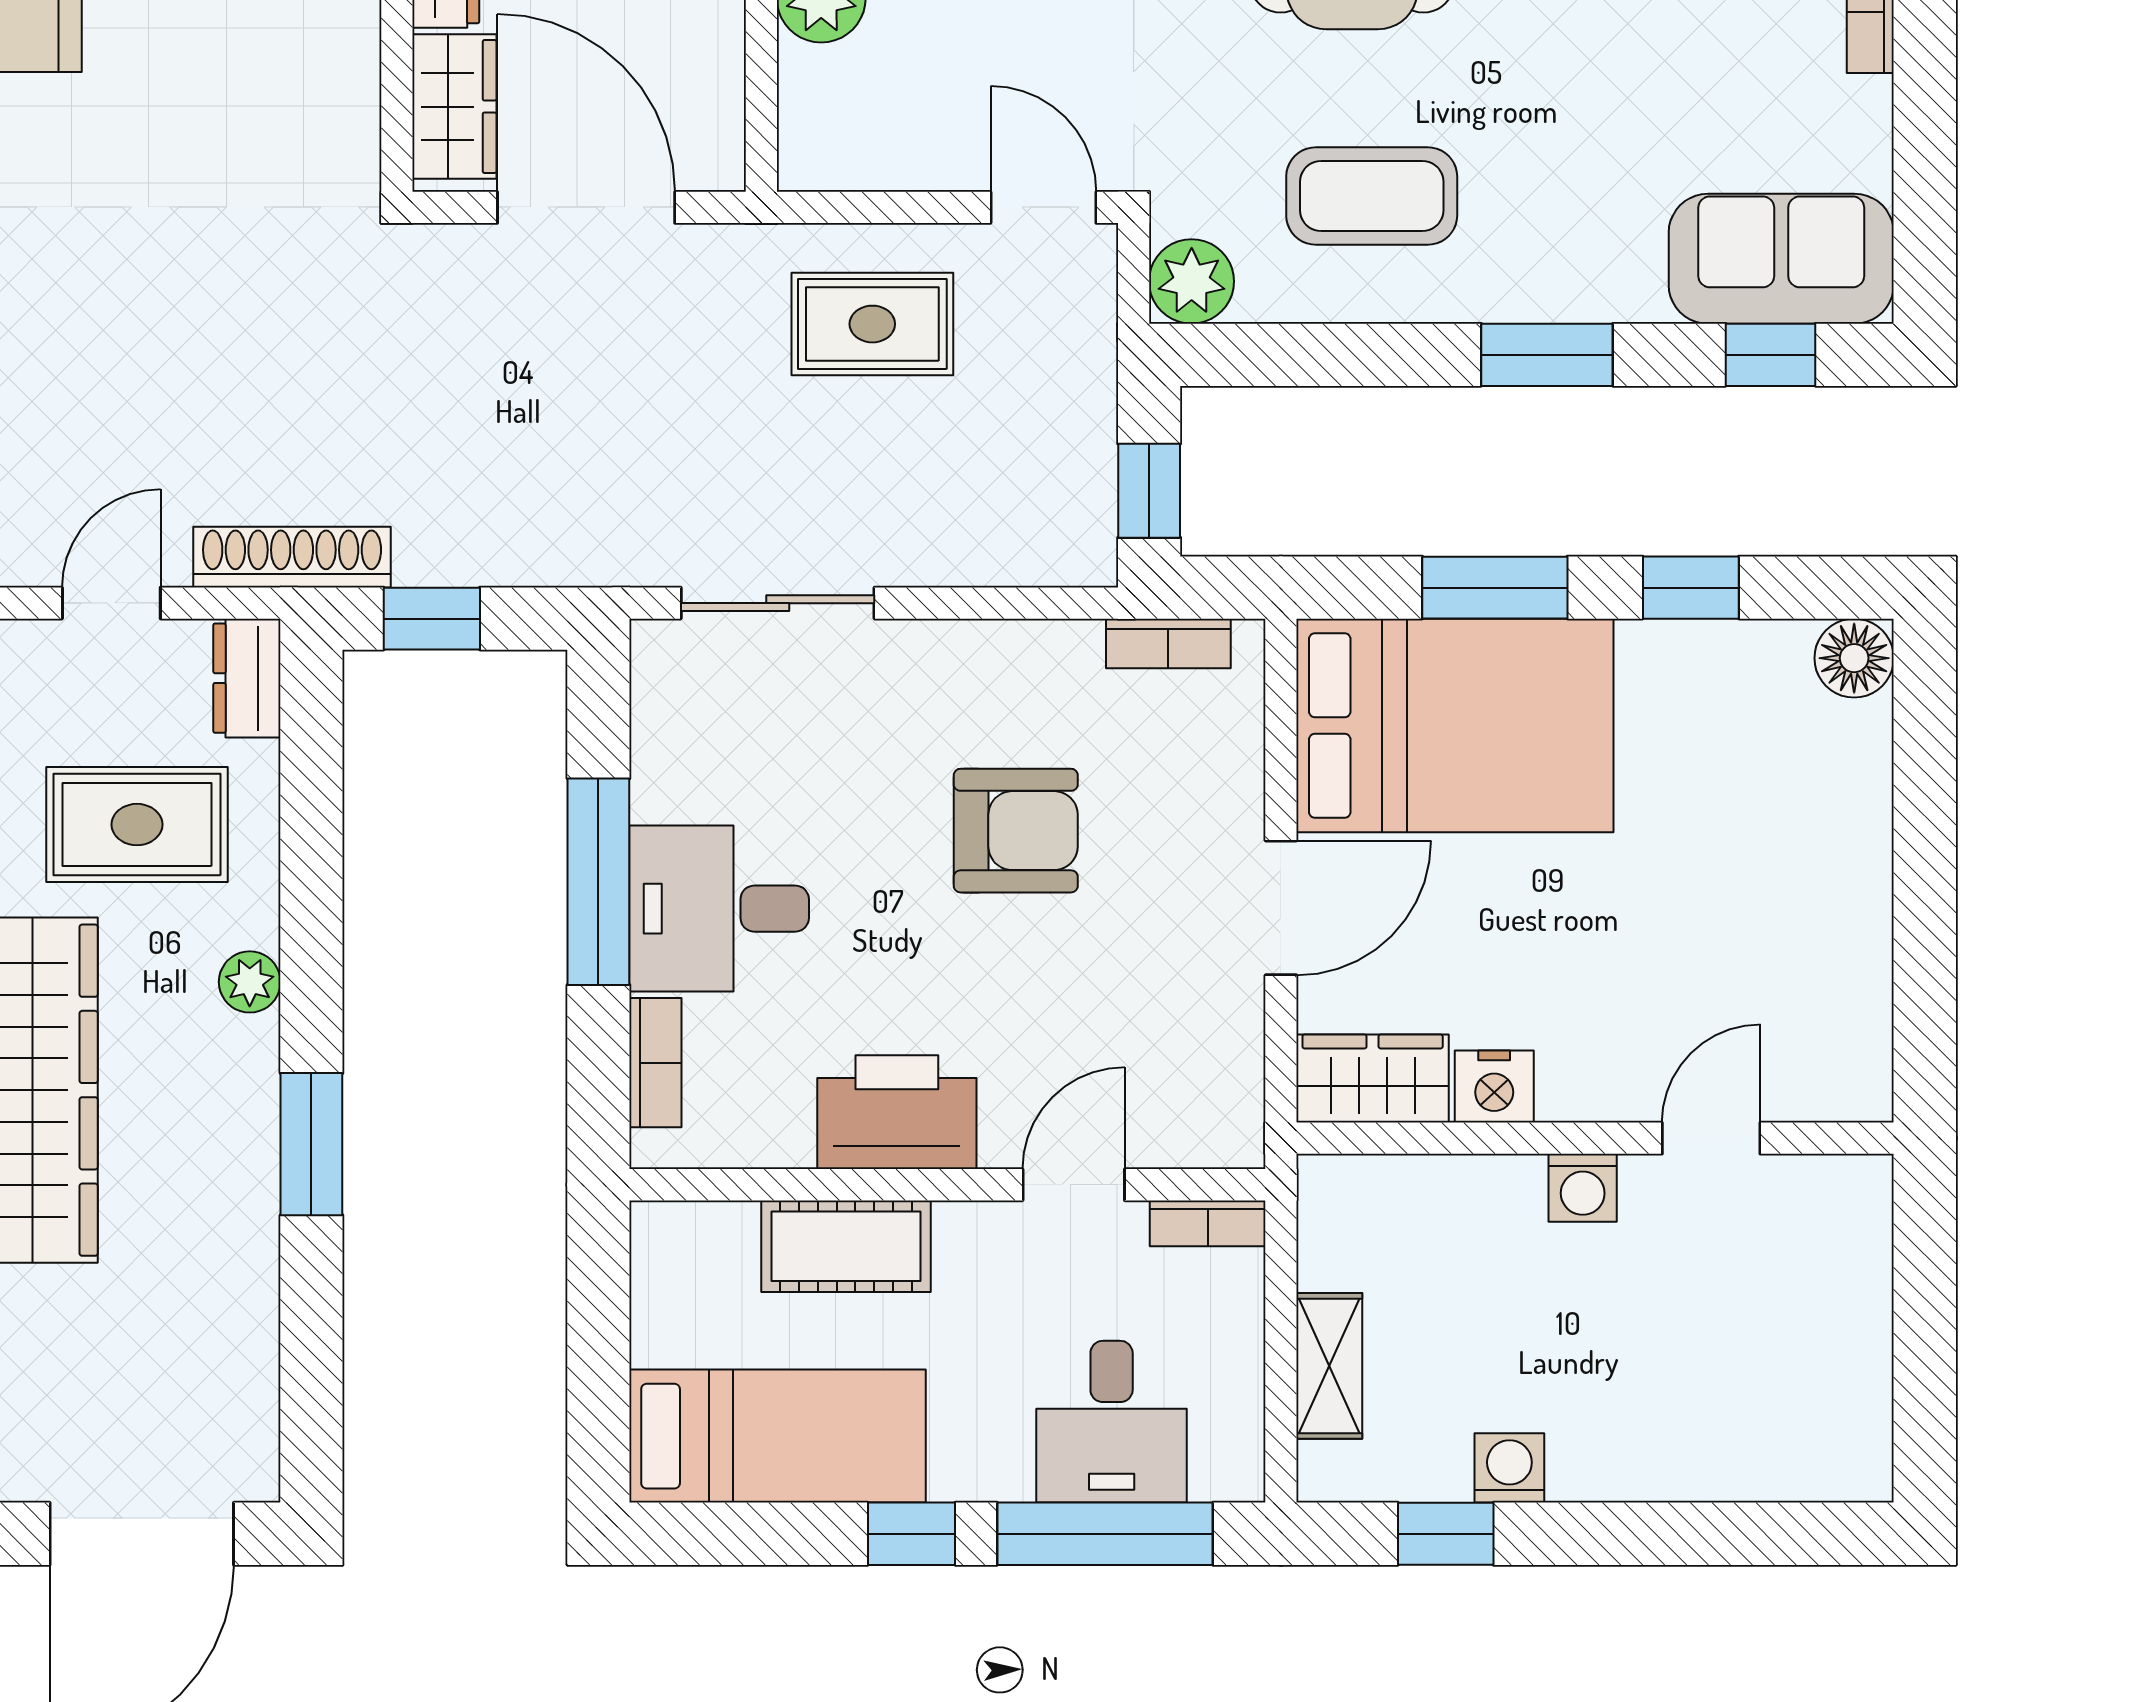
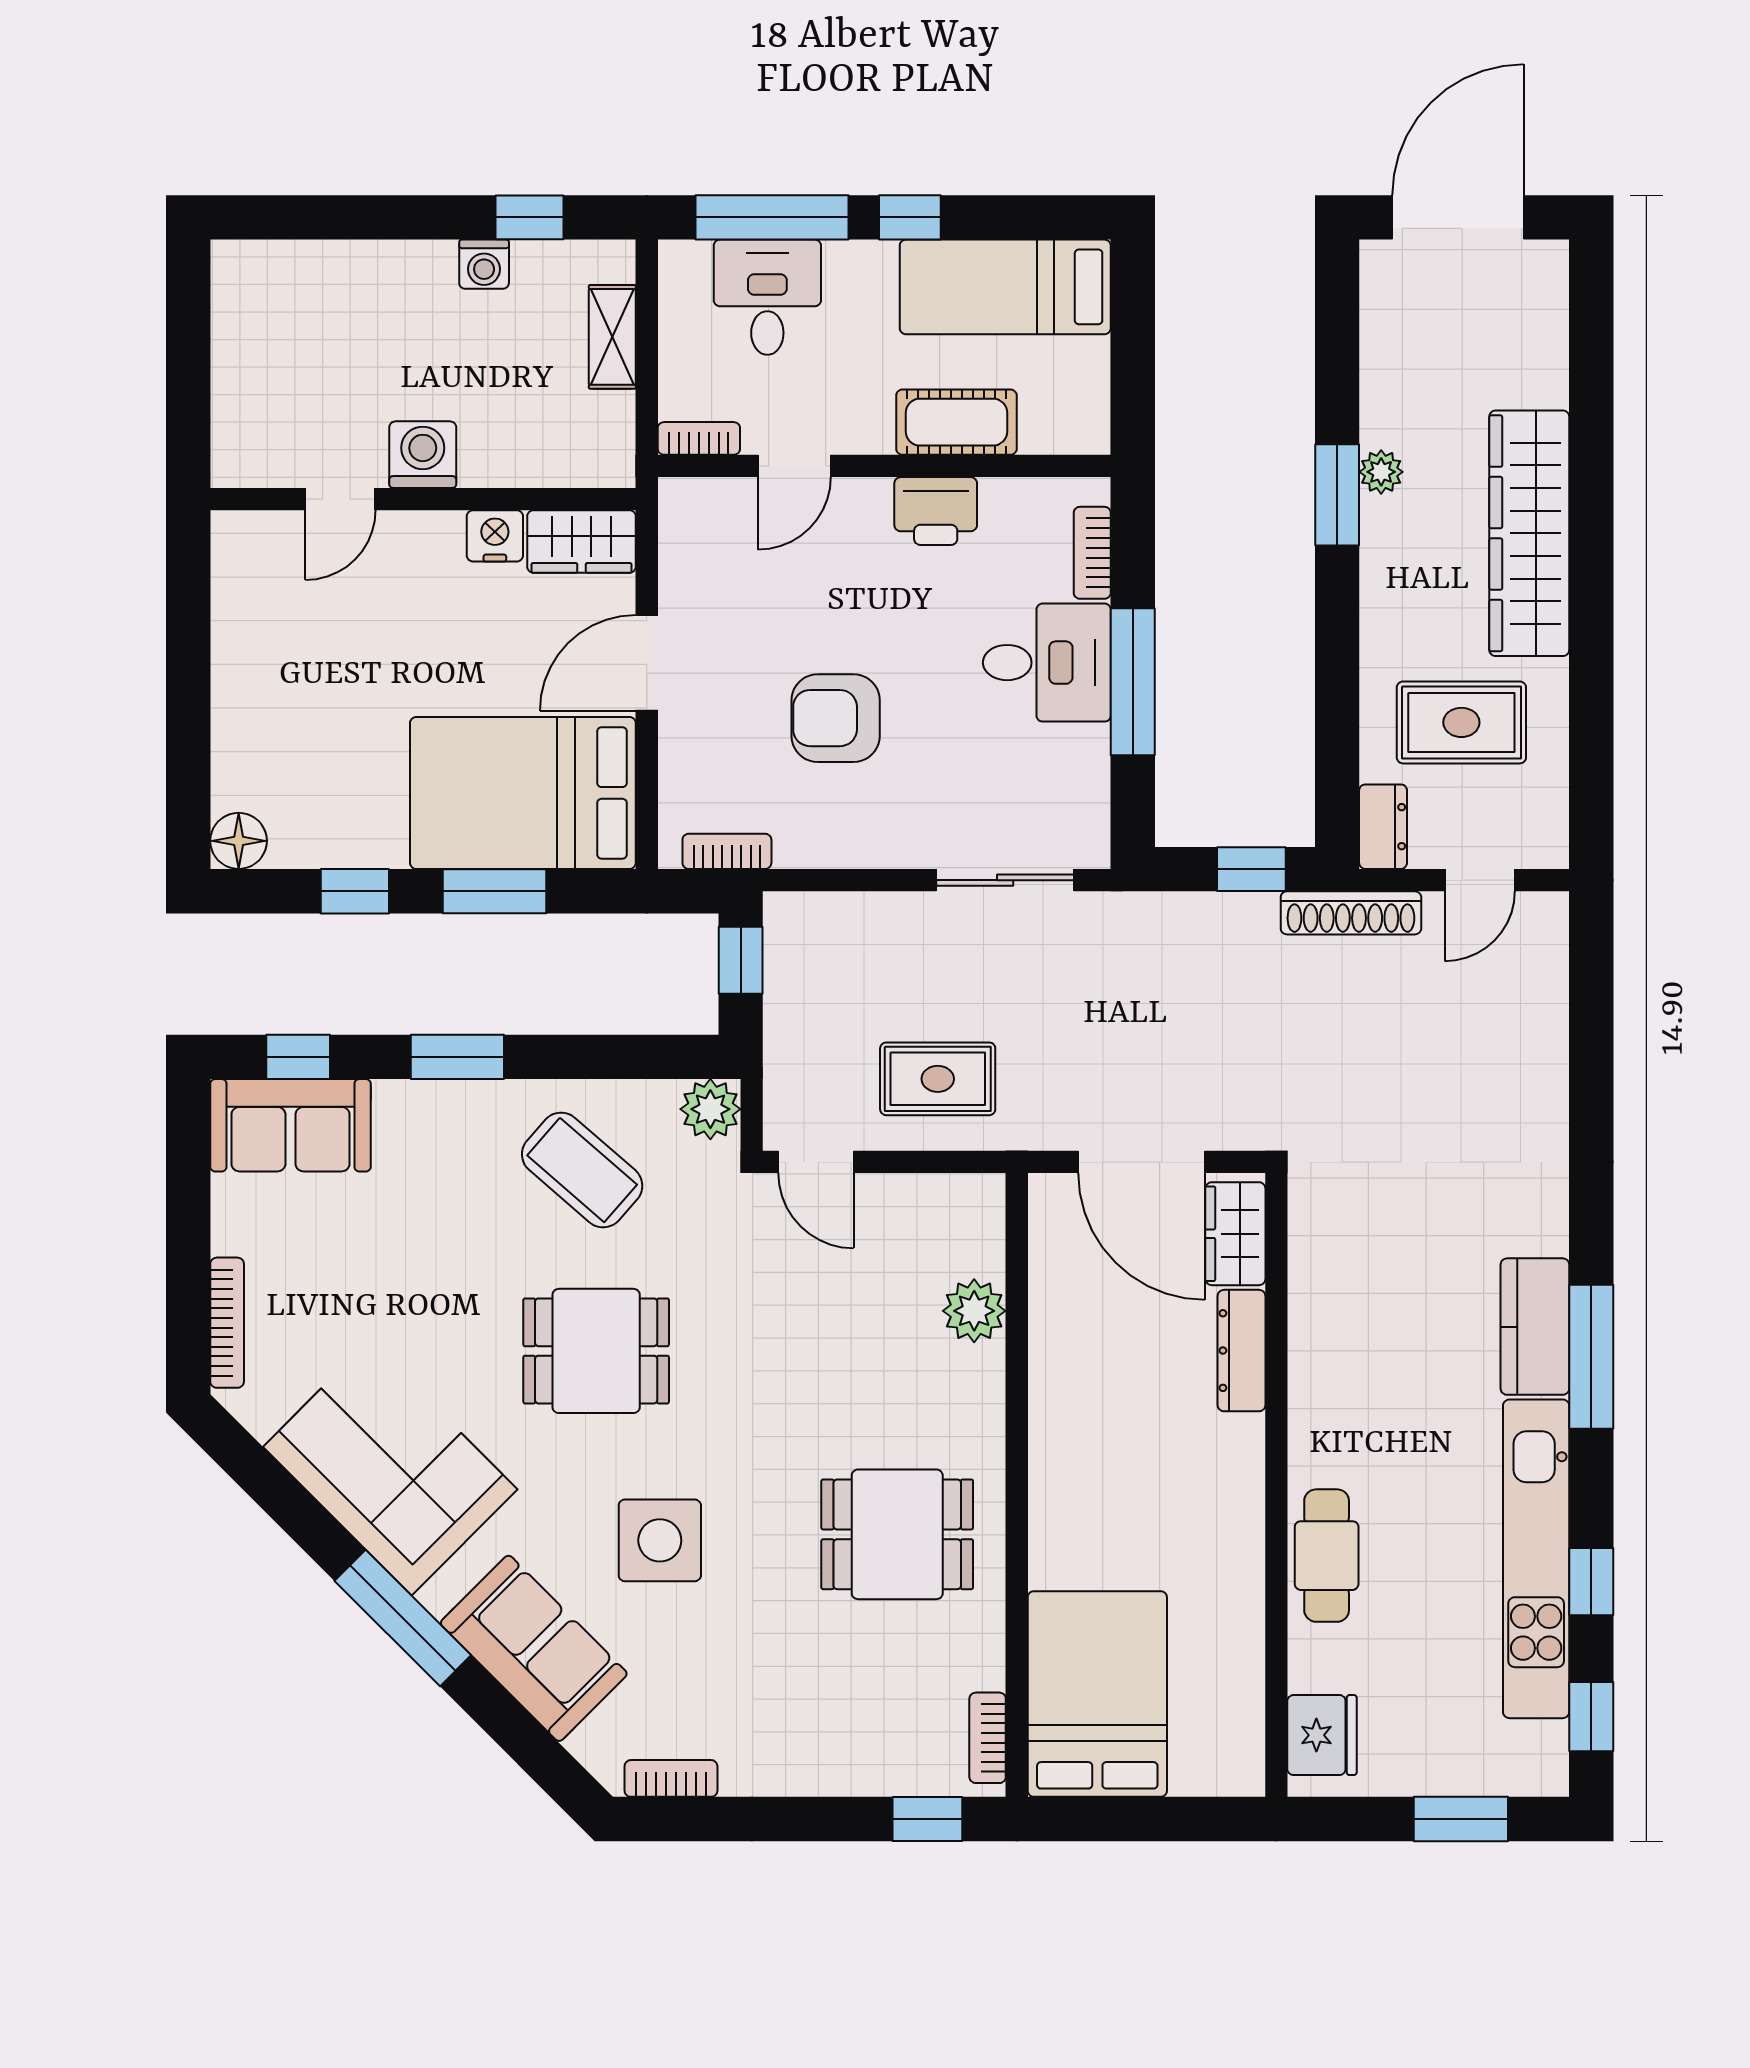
coffee table: (1372, 196) -> (582, 1170), turned 41
plant: (250, 982) -> (1381, 472), moved
printer: (897, 1112) -> (936, 511), width x0.73, depth x0.84
washing machine: (1583, 1188) -> (423, 455), width x1.38, depth x1.38

